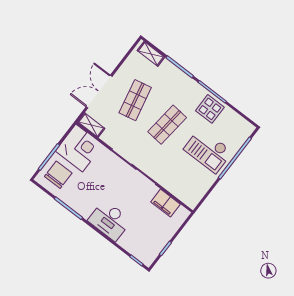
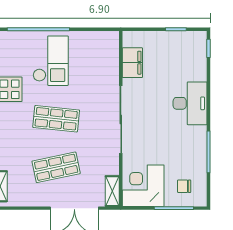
chair: (58, 175) -> (184, 186), width x0.54, depth x0.54

